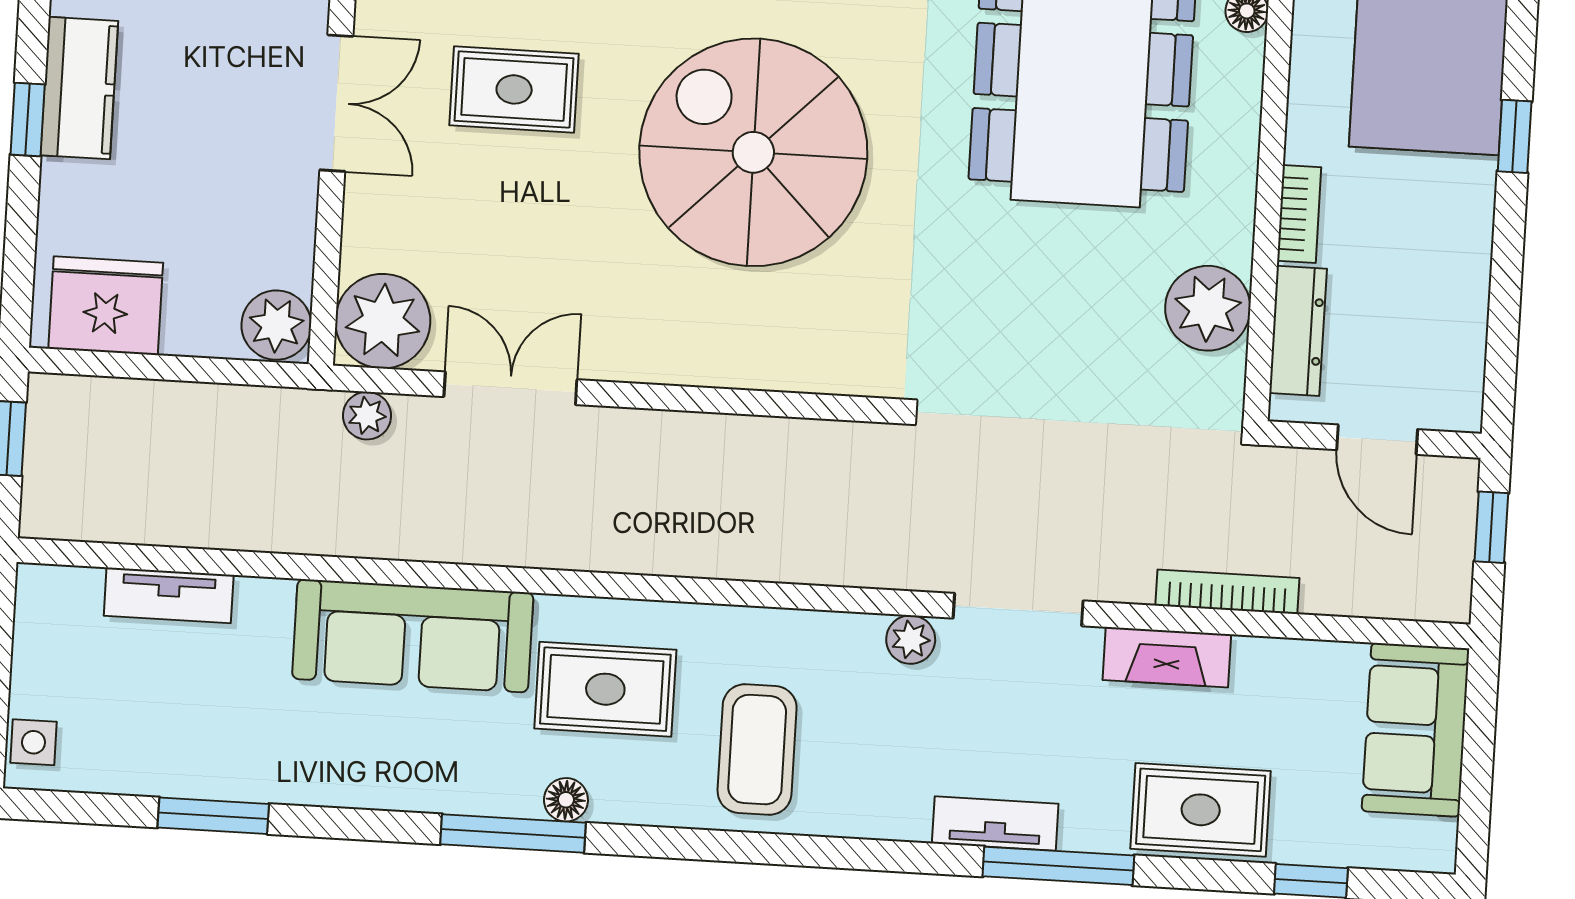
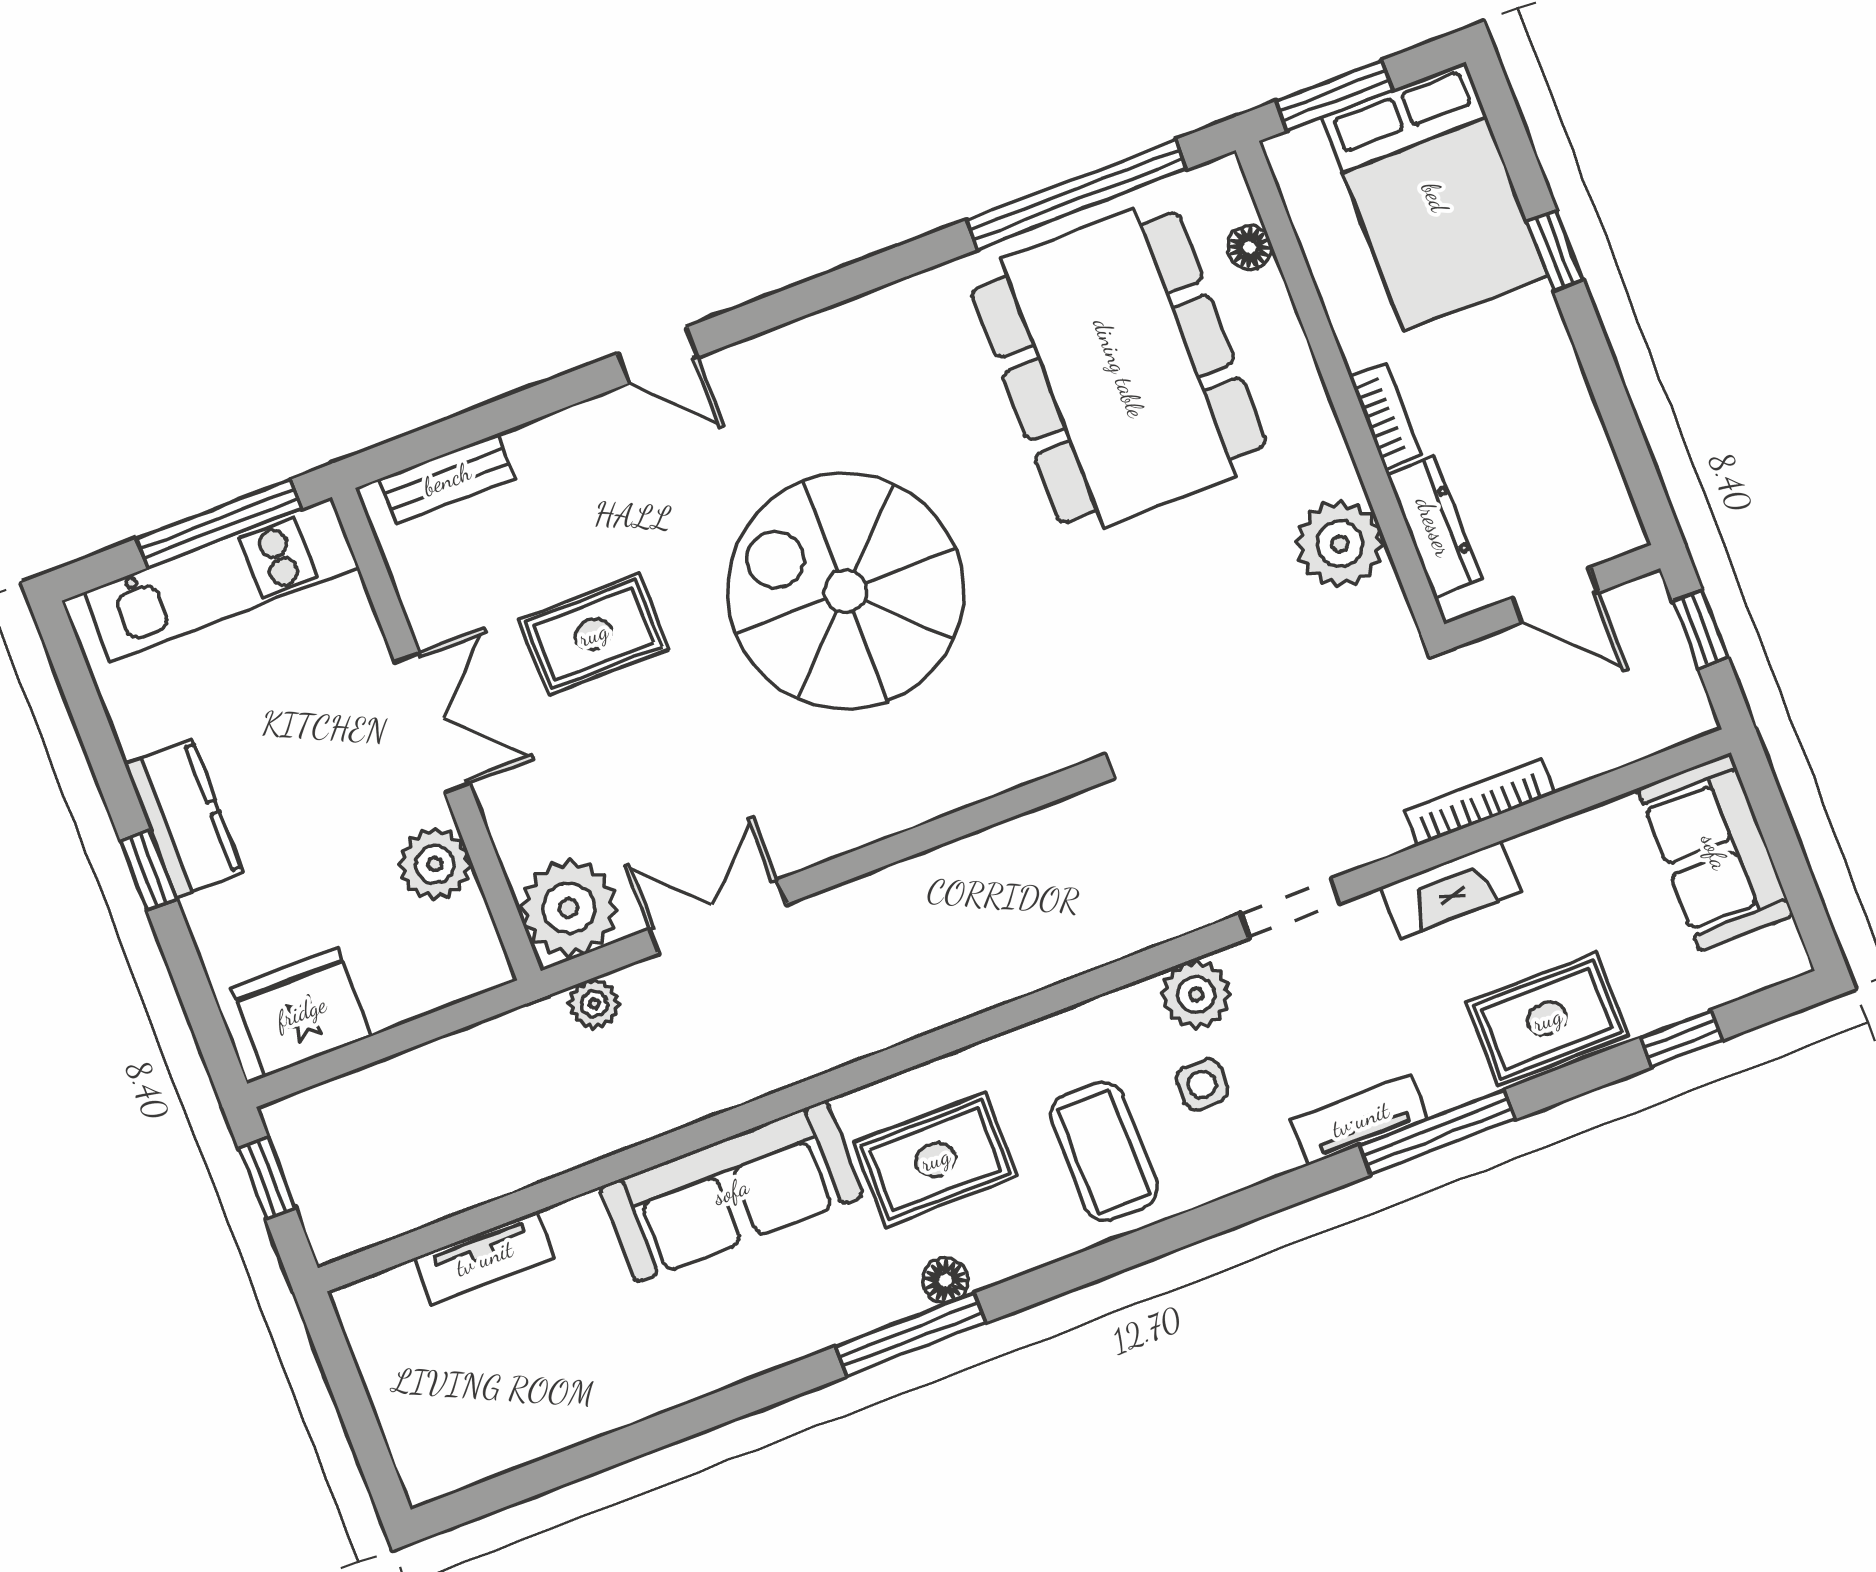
plant: (276, 325) -> (435, 864), moved
doorway: (1018, 610) -> (1290, 908), width x0.73
plant: (911, 640) -> (1196, 995), width x1.38, depth x1.38
side table: (33, 742) -> (1202, 1085), moved
window: (213, 816) -> (620, 1446), removed

